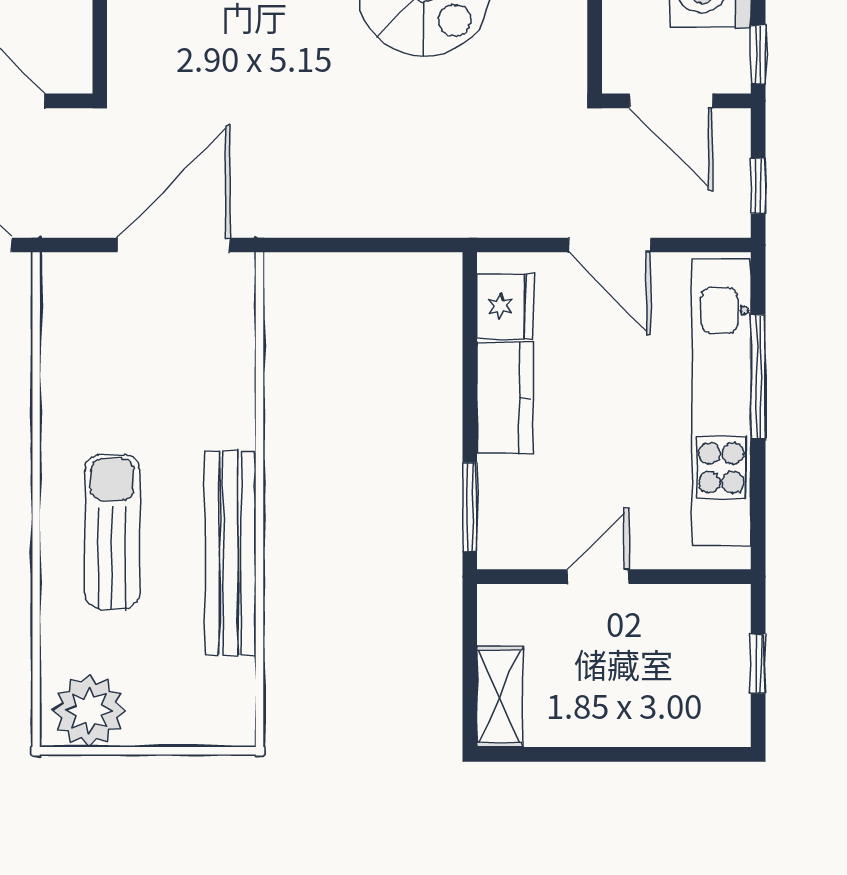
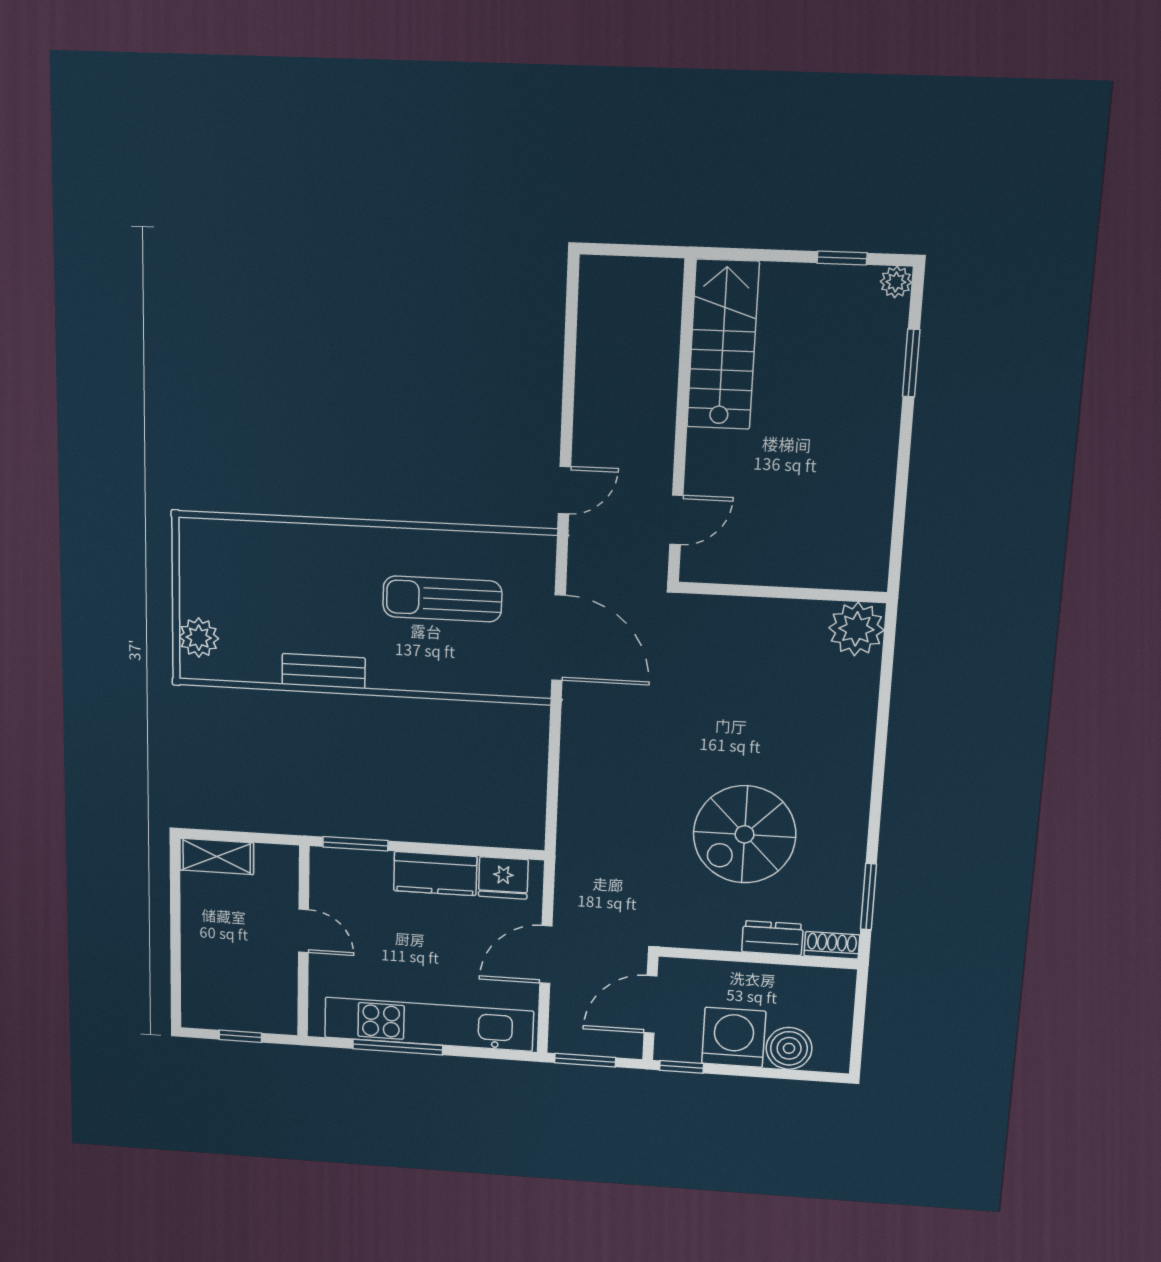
window: (758, 186) -> (585, 1060), width x1.50
window: (758, 377) -> (398, 1047), moved
sun lounger: (112, 531) -> (442, 599), moved, turned 180
bench: (230, 553) -> (324, 671), width x0.54, depth x0.82
plant: (89, 711) -> (199, 638), moved, width x0.73, depth x0.73

